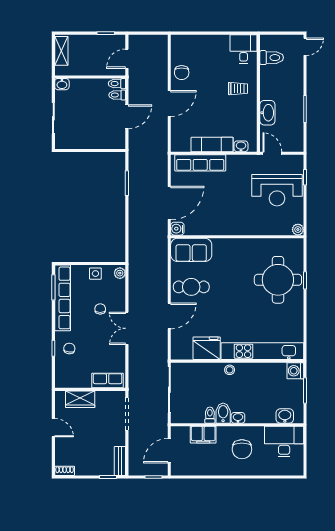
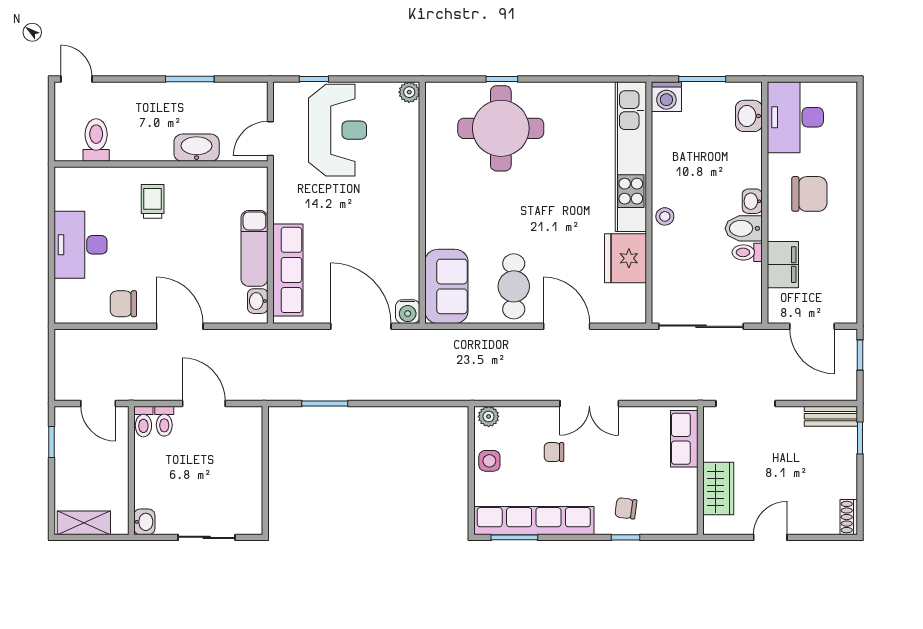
desk: (244, 49) -> (81, 245), moved, width x1.37
chair: (182, 73) -> (123, 304), turned 180
washbasin: (241, 146) -> (258, 301), moved

